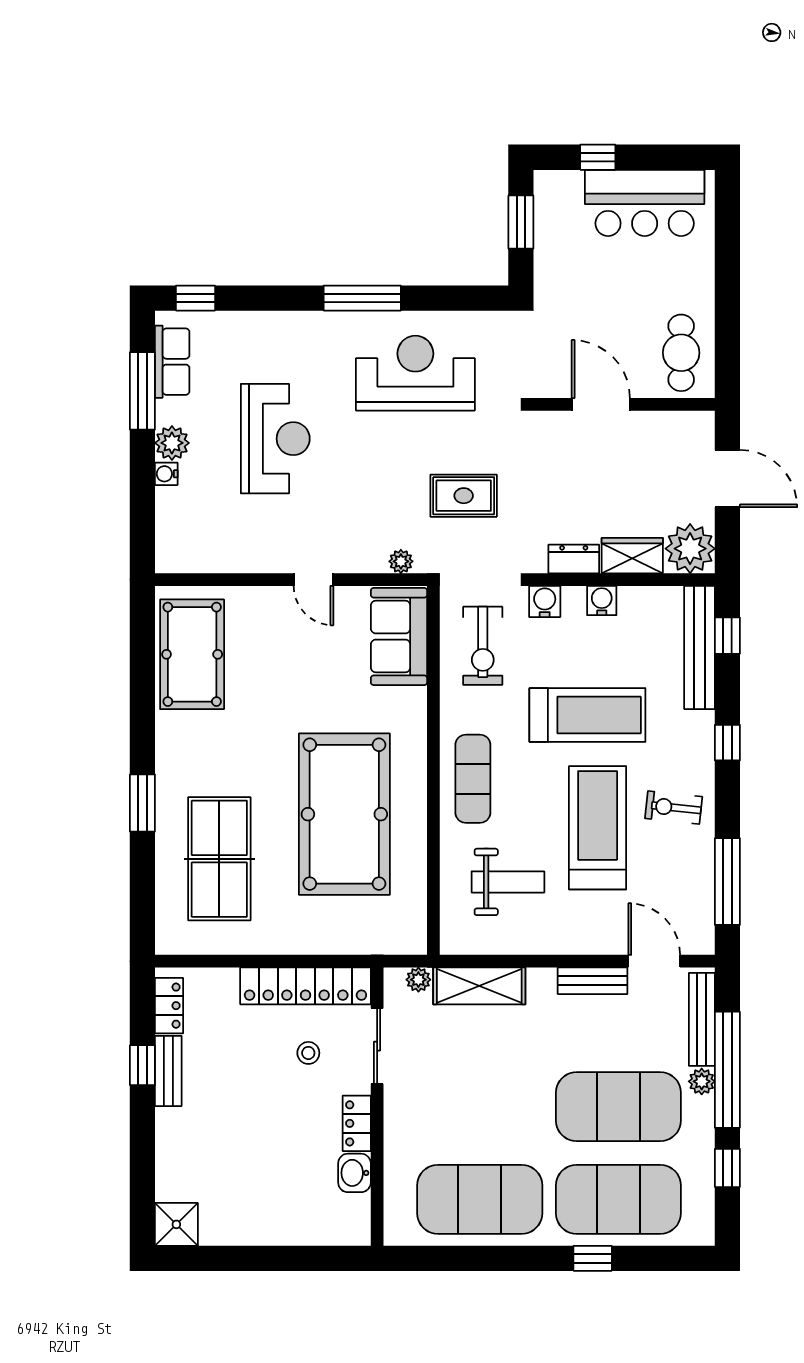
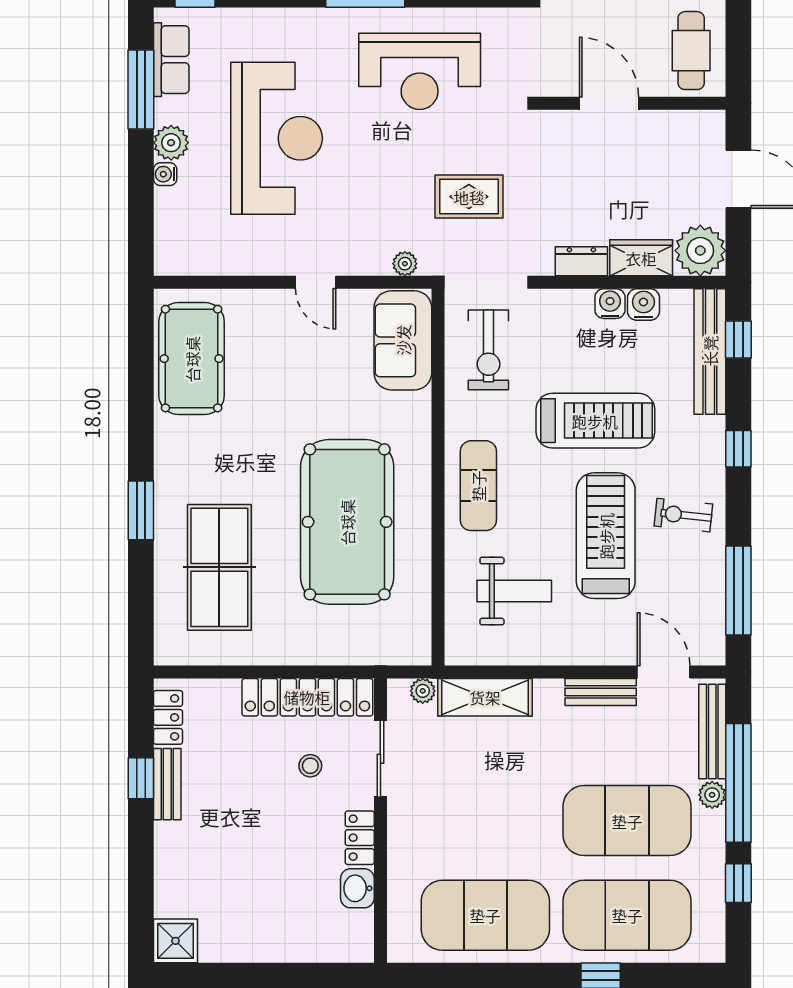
reception desk: (415, 373) -> (420, 71), turned 180
reception desk: (275, 439) -> (277, 138), width x1.36, depth x1.30
water cooler: (545, 601) -> (643, 305), moved

